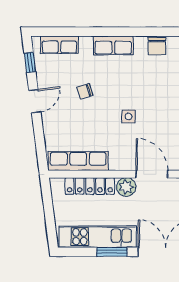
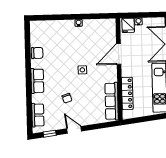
plant: (126, 187) -> (127, 70), removed

